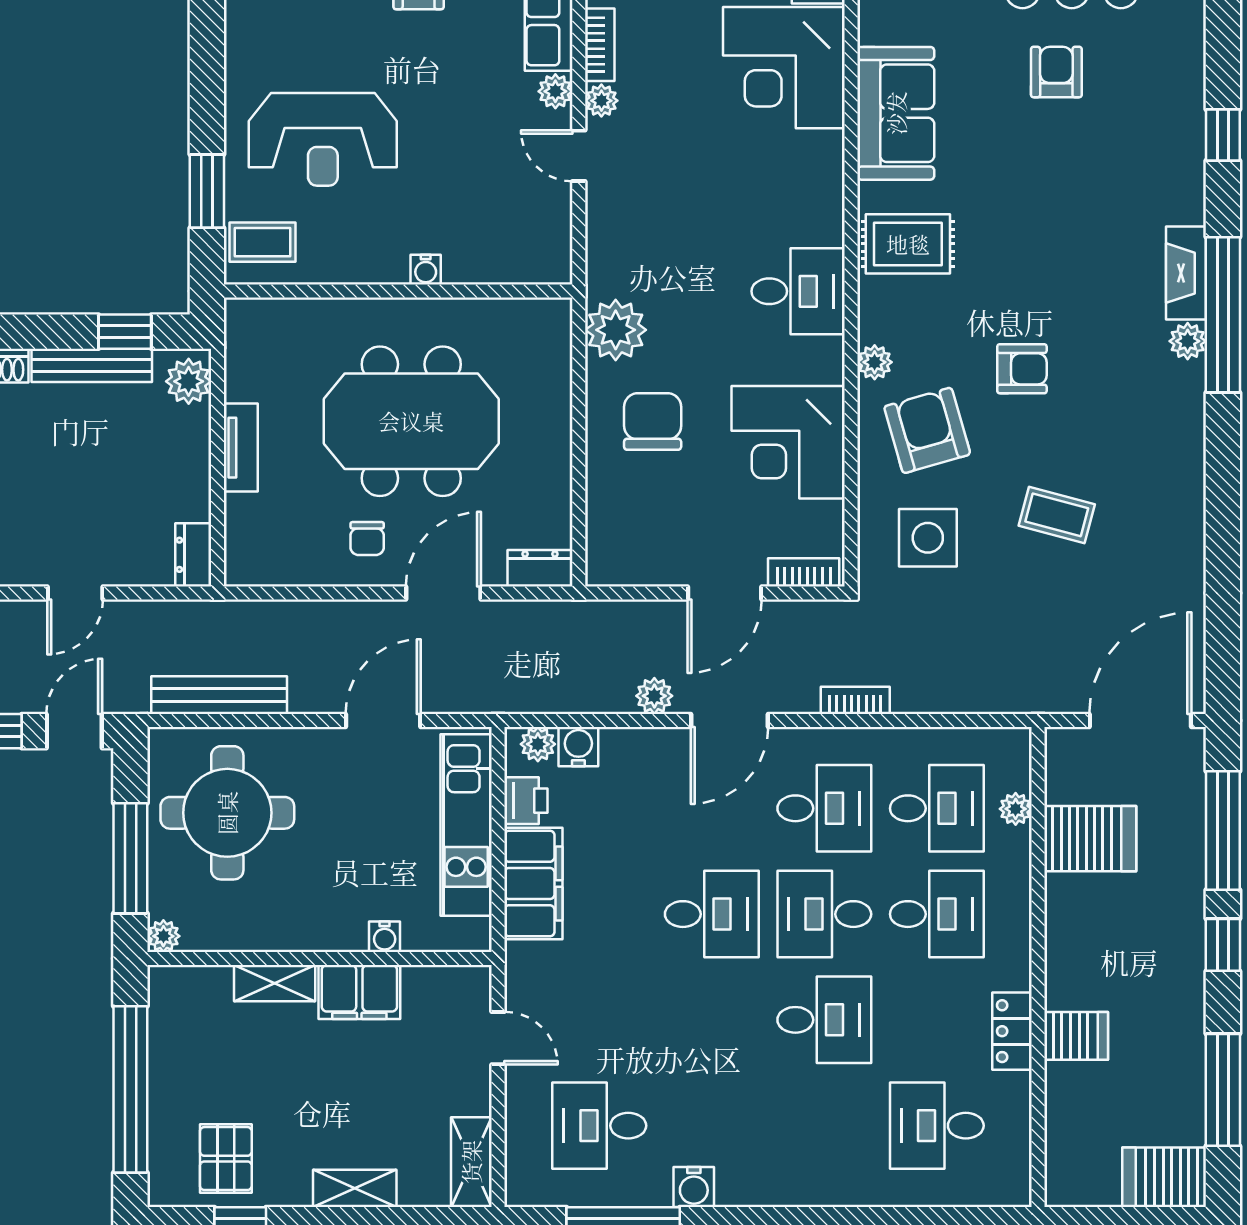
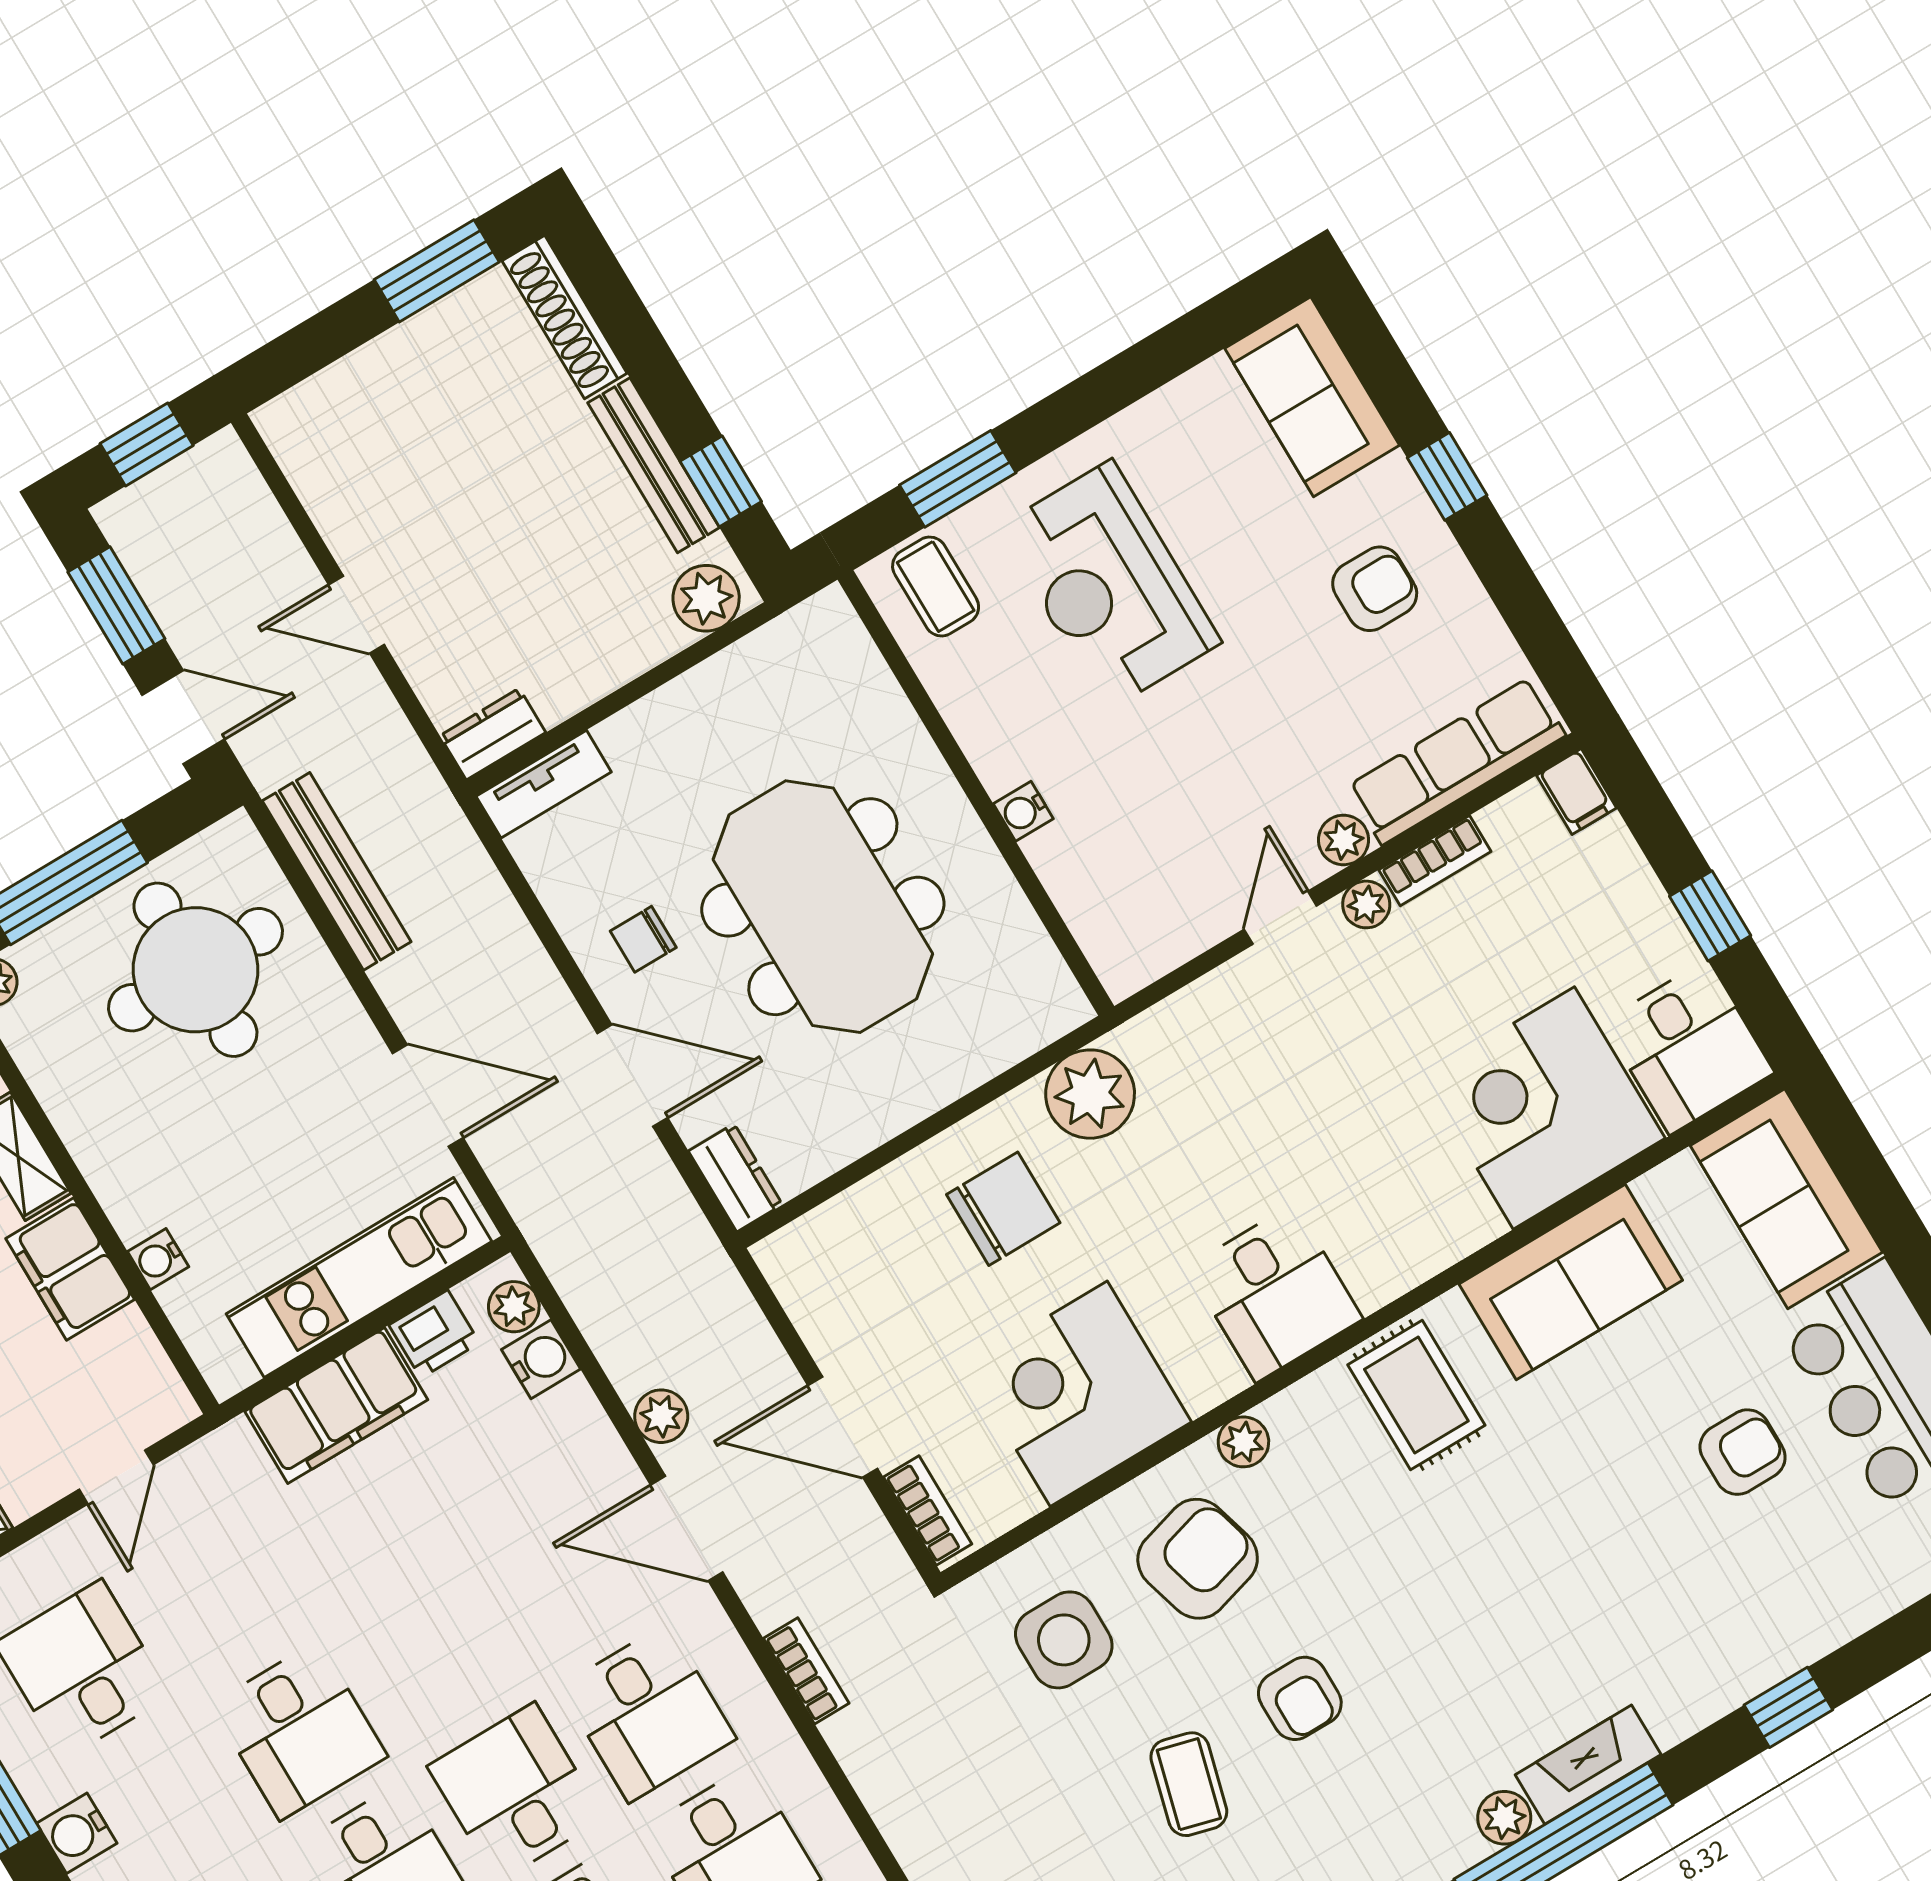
armchair: (1022, 369) -> (1300, 1698), moved
tv unit: (241, 448) -> (544, 784), moved
desk: (712, 914) -> (299, 1731), moved

